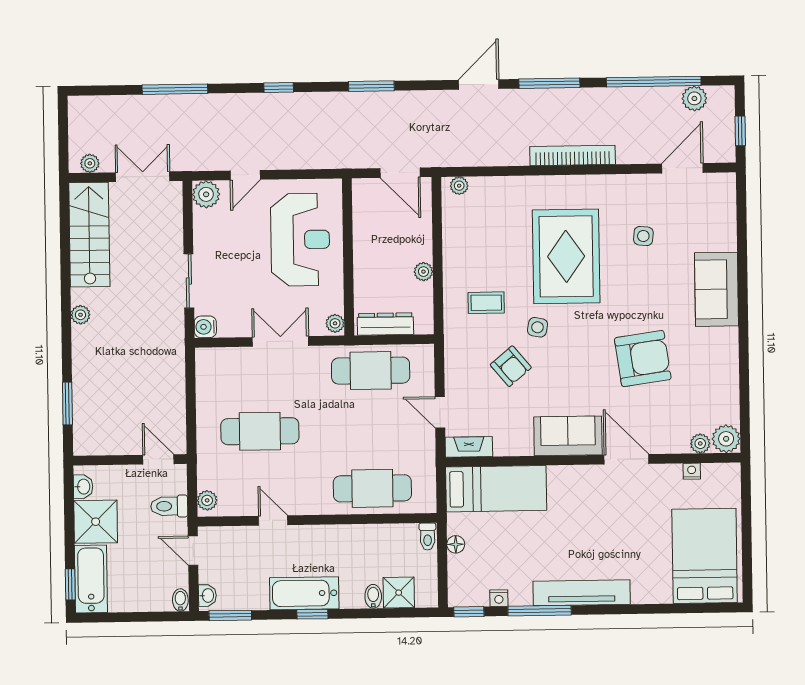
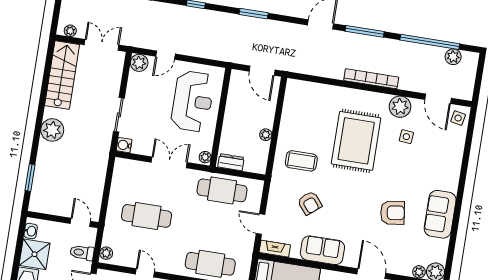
window: (740, 131) -> (478, 82), removed
door: (682, 168) -> (438, 99), swing flipped
plant: (459, 186) -> (400, 107), moved, width x1.87, depth x1.87
sofa: (717, 289) -> (440, 214), moved
coffee table: (486, 303) -> (301, 161), width x1.36, depth x1.30
plant: (80, 315) -> (52, 130), width x1.88, depth x1.88
dresser: (385, 324) -> (231, 162), width x0.70
side table: (537, 327) -> (458, 118), moved
armchair: (643, 359) -> (393, 213), width x0.73, depth x0.73
sofa: (568, 436) -> (322, 250), moved

